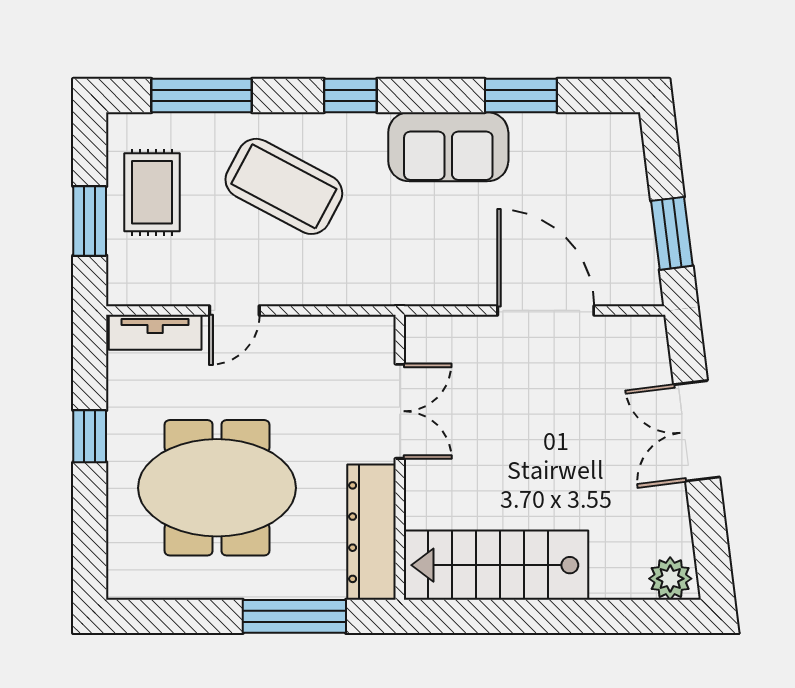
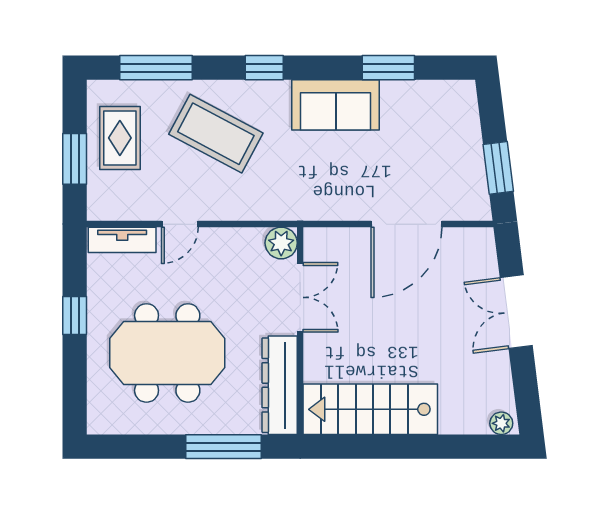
door: (546, 310) -> (406, 224), swing flipped
plant: (374, 337) -> (281, 243), added
plant: (670, 579) -> (501, 423), width x0.73, depth x0.73

